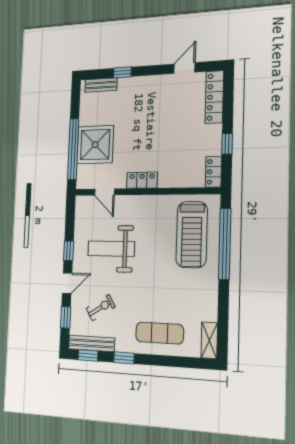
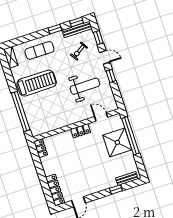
window: (227, 144) -> (39, 166), removed
treadmill: (192, 235) -> (37, 83), moved, turned 90
door: (67, 283) -> (105, 57), swing flipped

